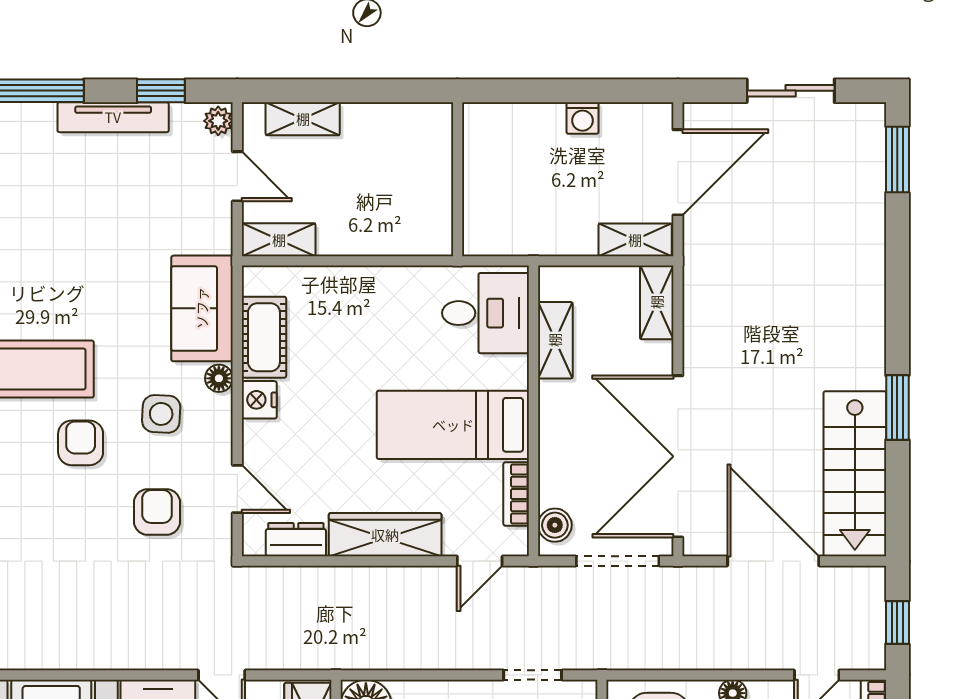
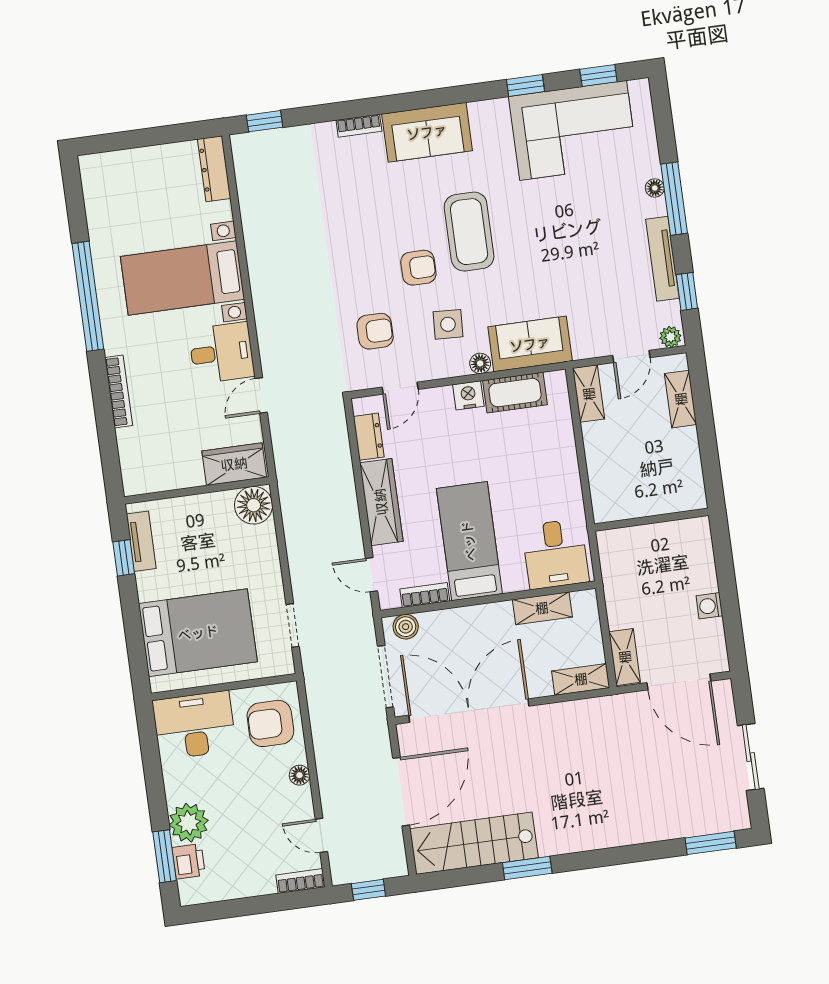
floor lamp: (18, 115) -> (655, 188), added

